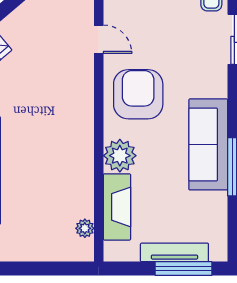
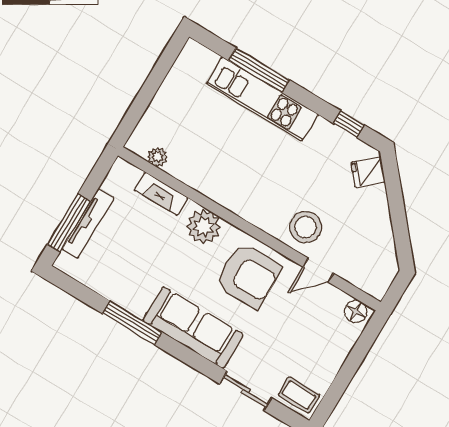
stool: (70, 71) -> (306, 227), added
sofa: (208, 144) -> (193, 328), moved
fireplace: (117, 207) -> (161, 194), width x0.73, depth x0.76

